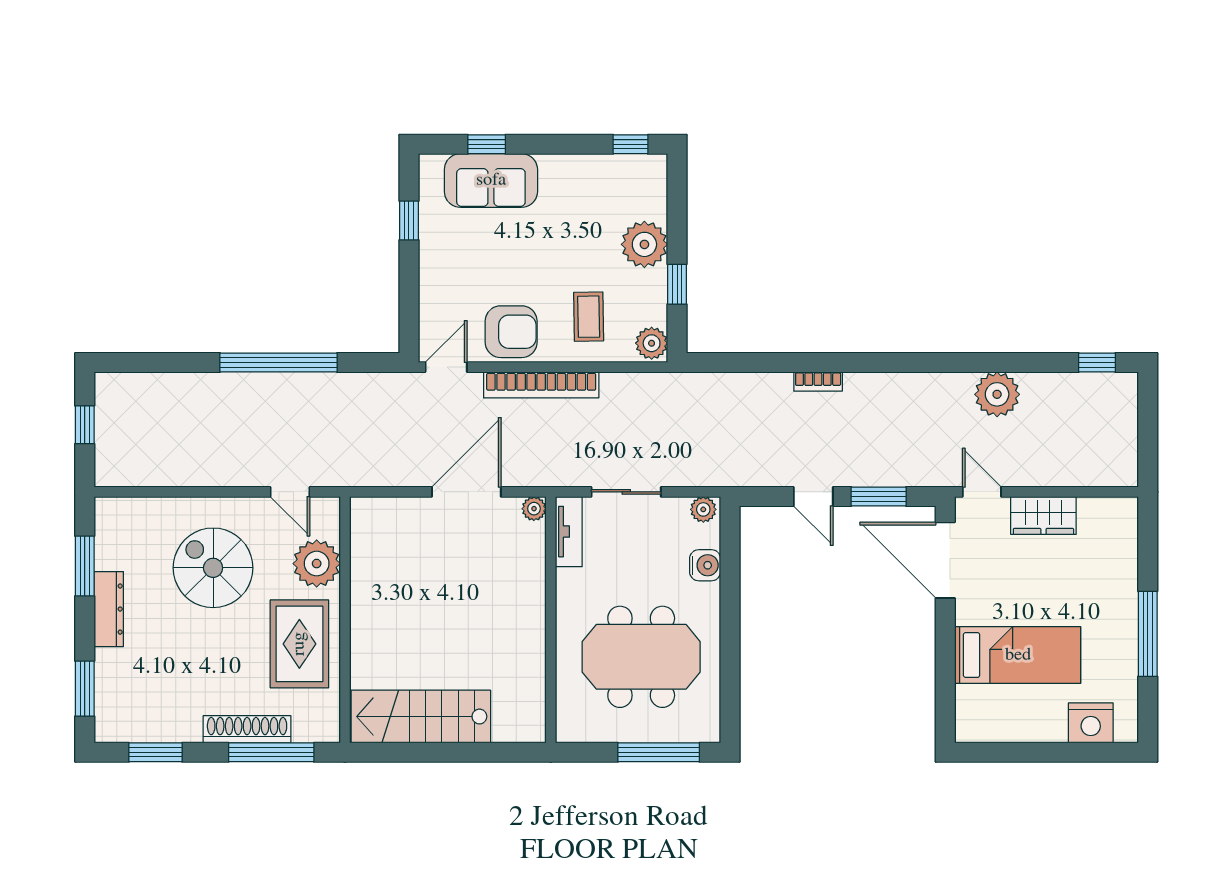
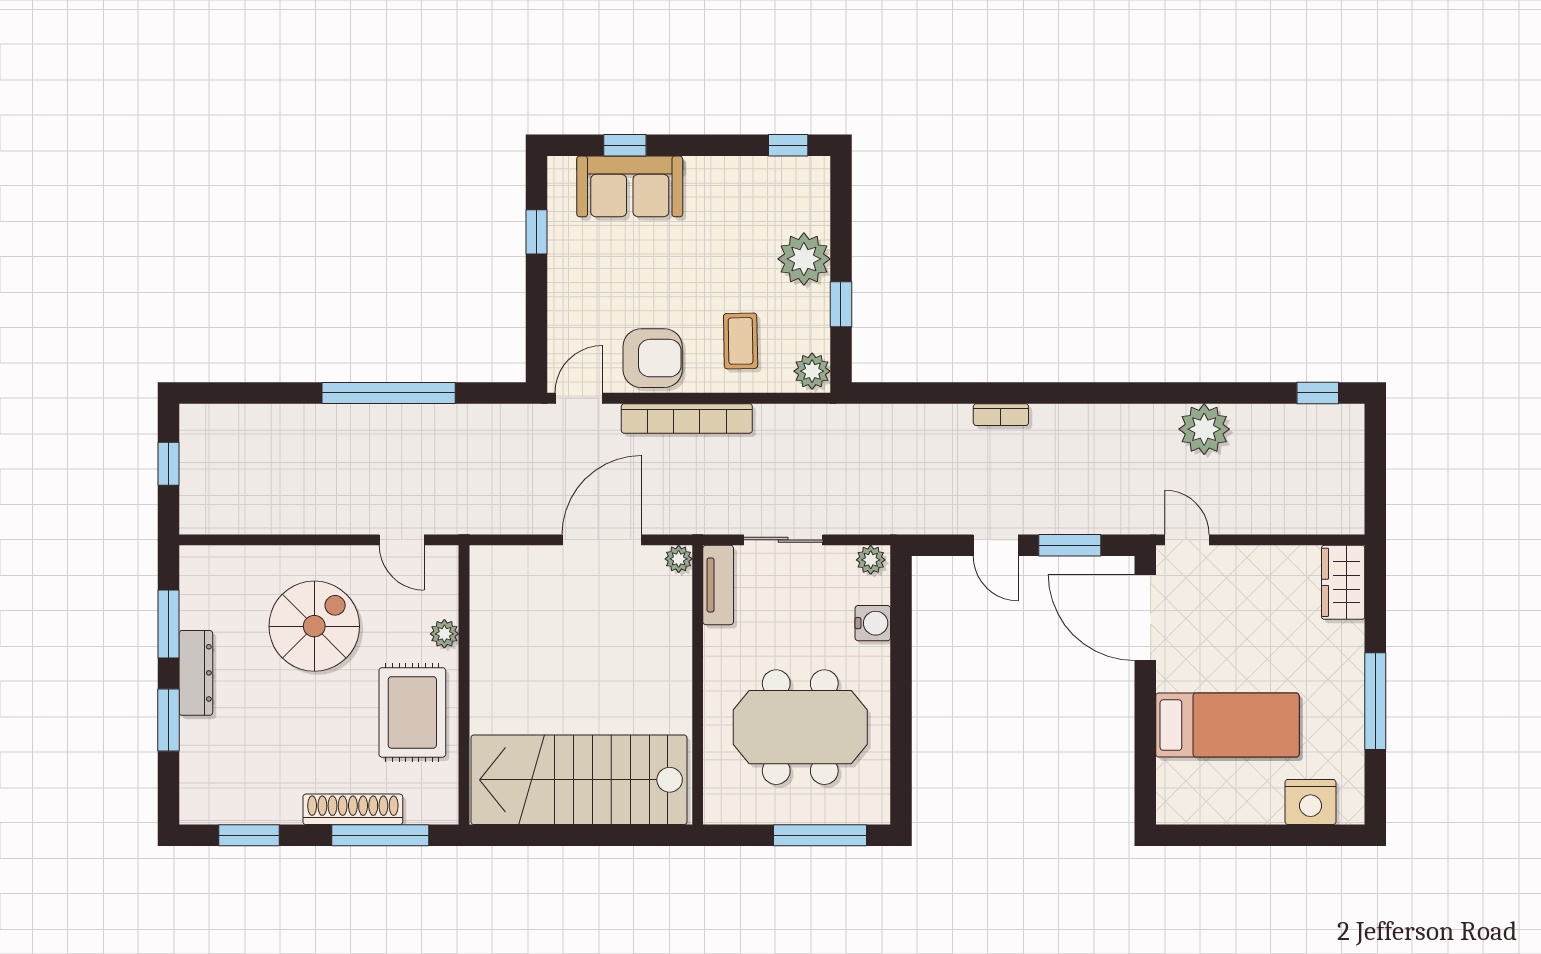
wardrobe: (1043, 516) -> (1343, 582), moved, turned 90
plant: (317, 564) -> (444, 634), width x0.53, depth x0.53
spiral stairs: (213, 568) -> (314, 626), turned 90
window: (85, 689) -> (169, 720), moved
stairs: (421, 717) -> (579, 780), width x1.36, depth x1.51

